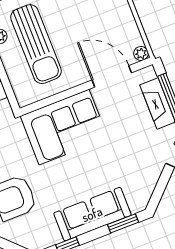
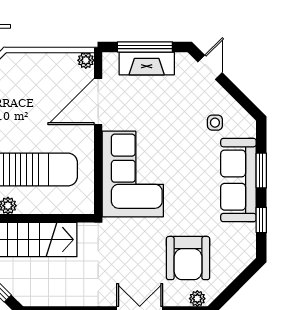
side table: (131, 177) -> (215, 123), added
window: (123, 223) -> (261, 171), moved

